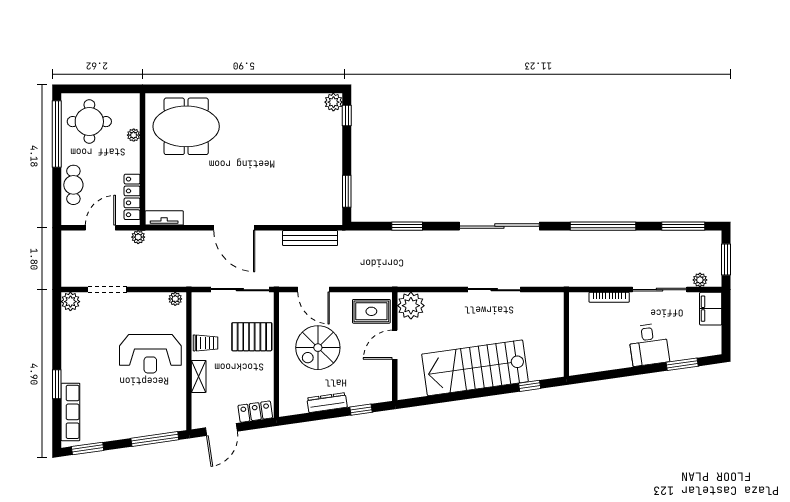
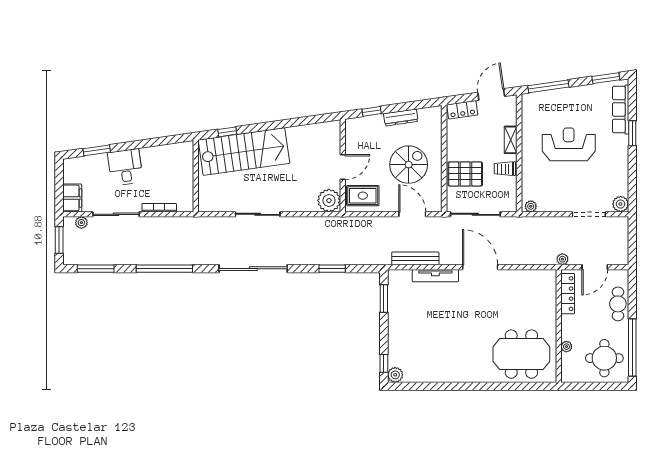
tv unit: (164, 218) -> (435, 276), moved, width x1.41
reception desk: (150, 354) -> (569, 144), moved
stairs: (475, 368) -> (244, 152), moved

